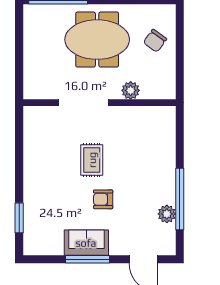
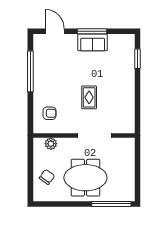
plant: (131, 90) -> (51, 144), moved
armchair: (103, 199) -> (50, 113), moved
plant: (167, 214) -> (39, 61), removed

